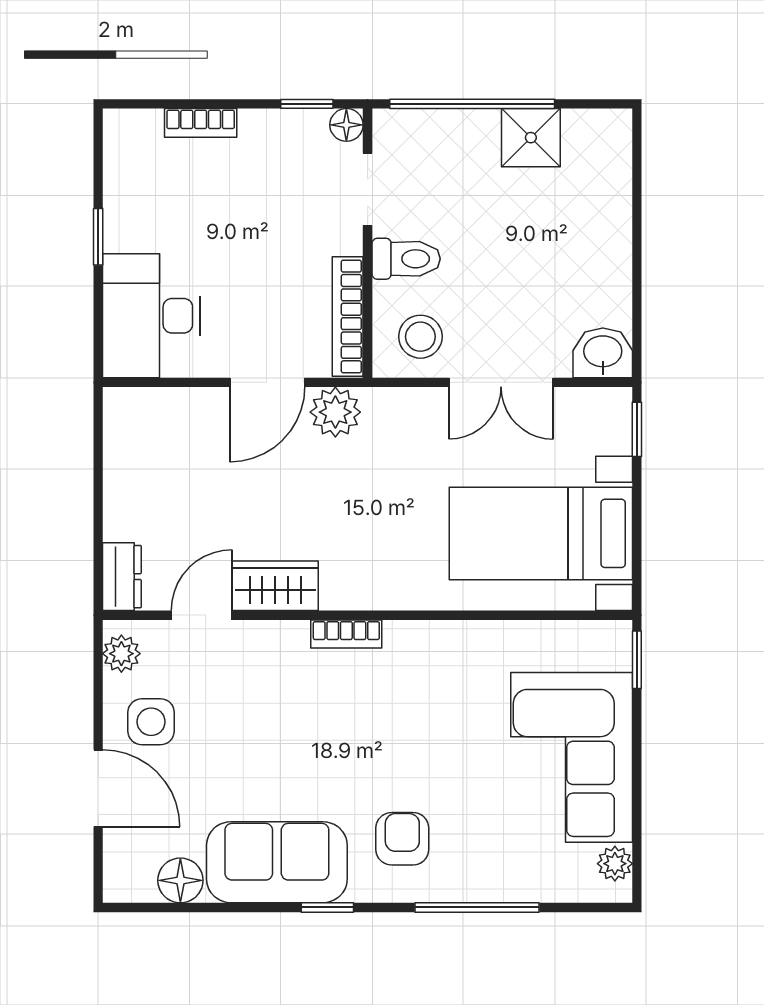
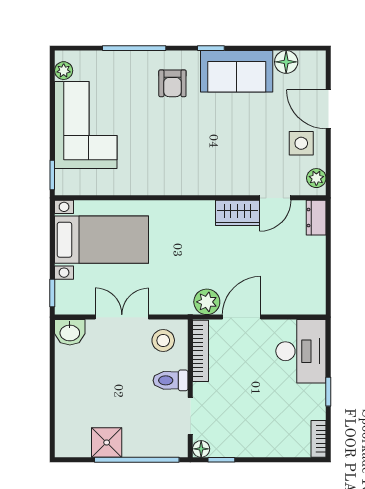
bookcase: (201, 123) -> (319, 439), moved, turned -90
bookcase: (346, 634) -> (201, 188), removed

